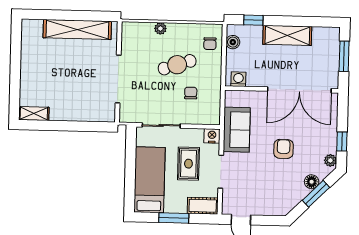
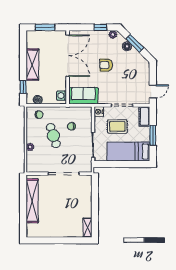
sofa: (237, 130) -> (83, 96), moved

